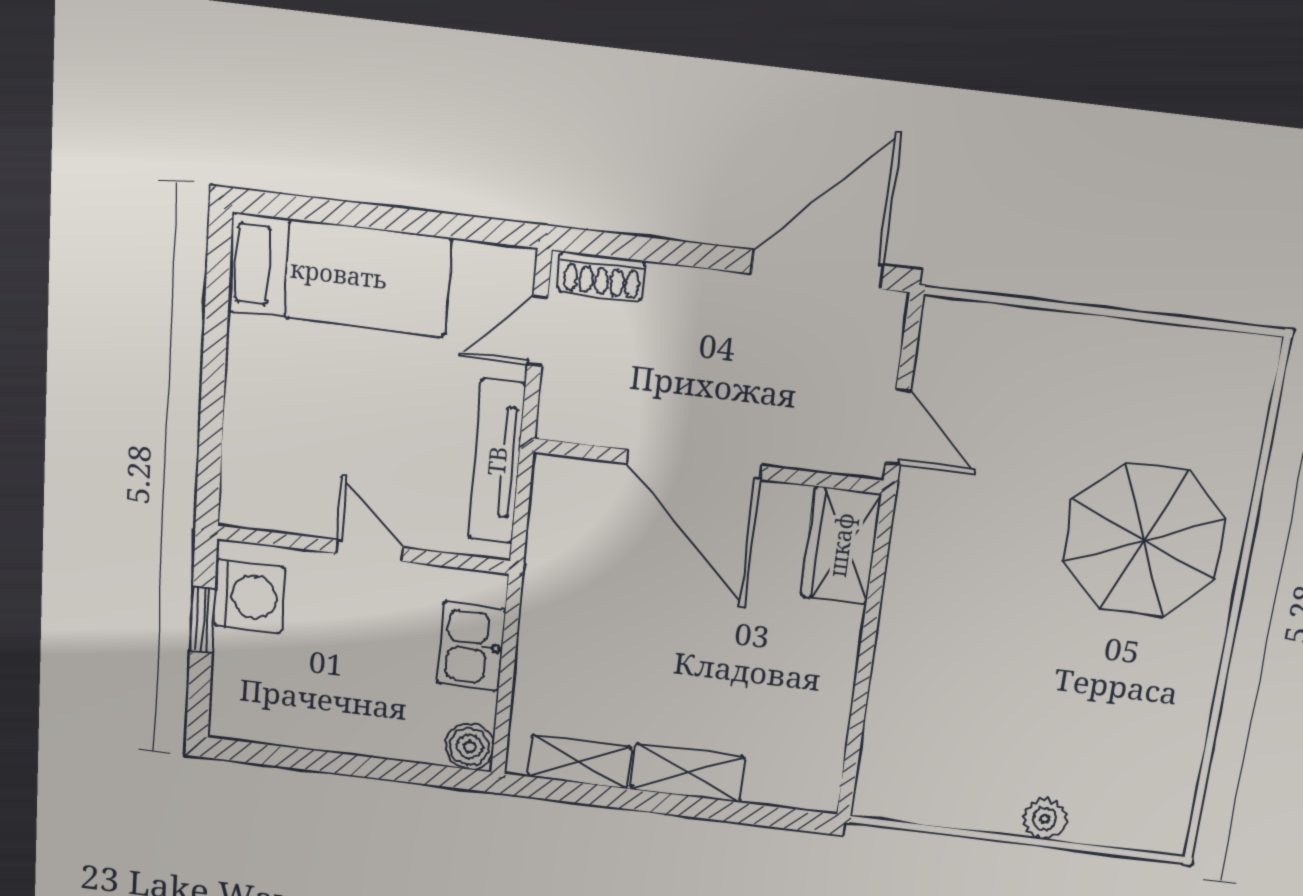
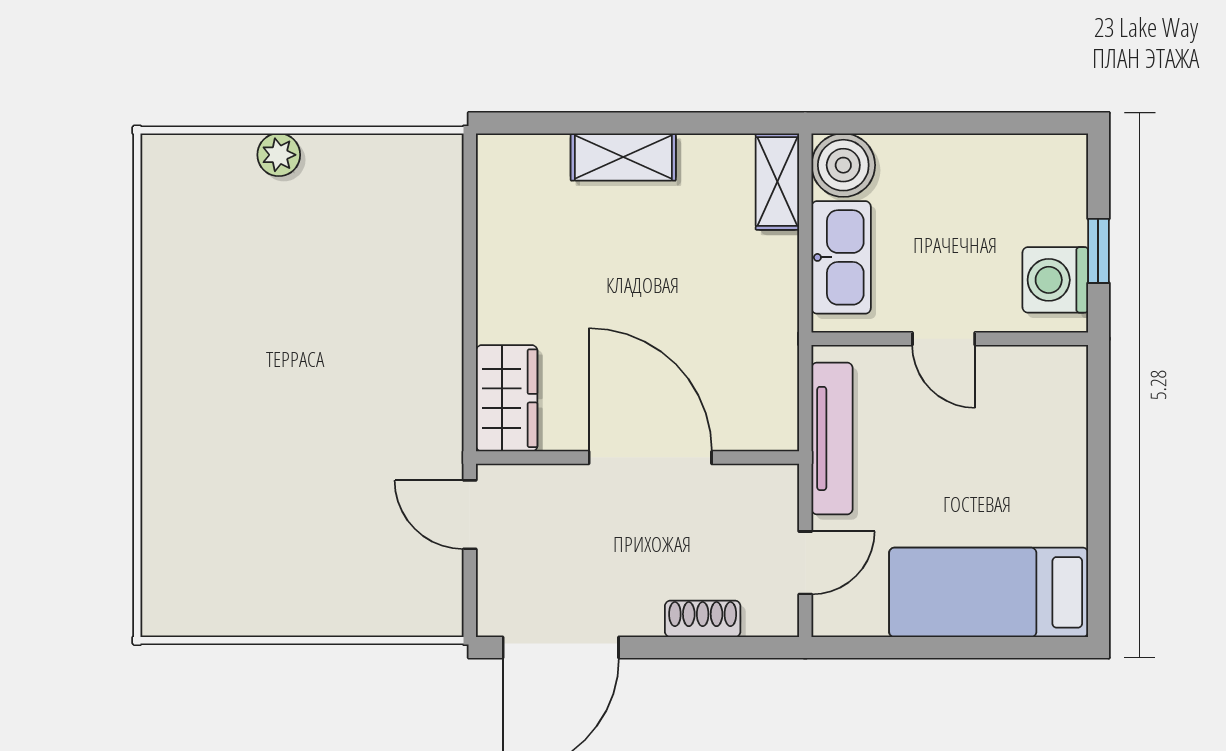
shoe rack: (602, 276) -> (703, 619), moved
parasol: (1144, 540) -> (232, 437), removed
kitchen sink: (471, 646) -> (841, 257), width x1.38
boiler: (470, 747) -> (843, 165), width x1.36, depth x1.36
shelving: (579, 762) -> (777, 182), moved, turned 90

